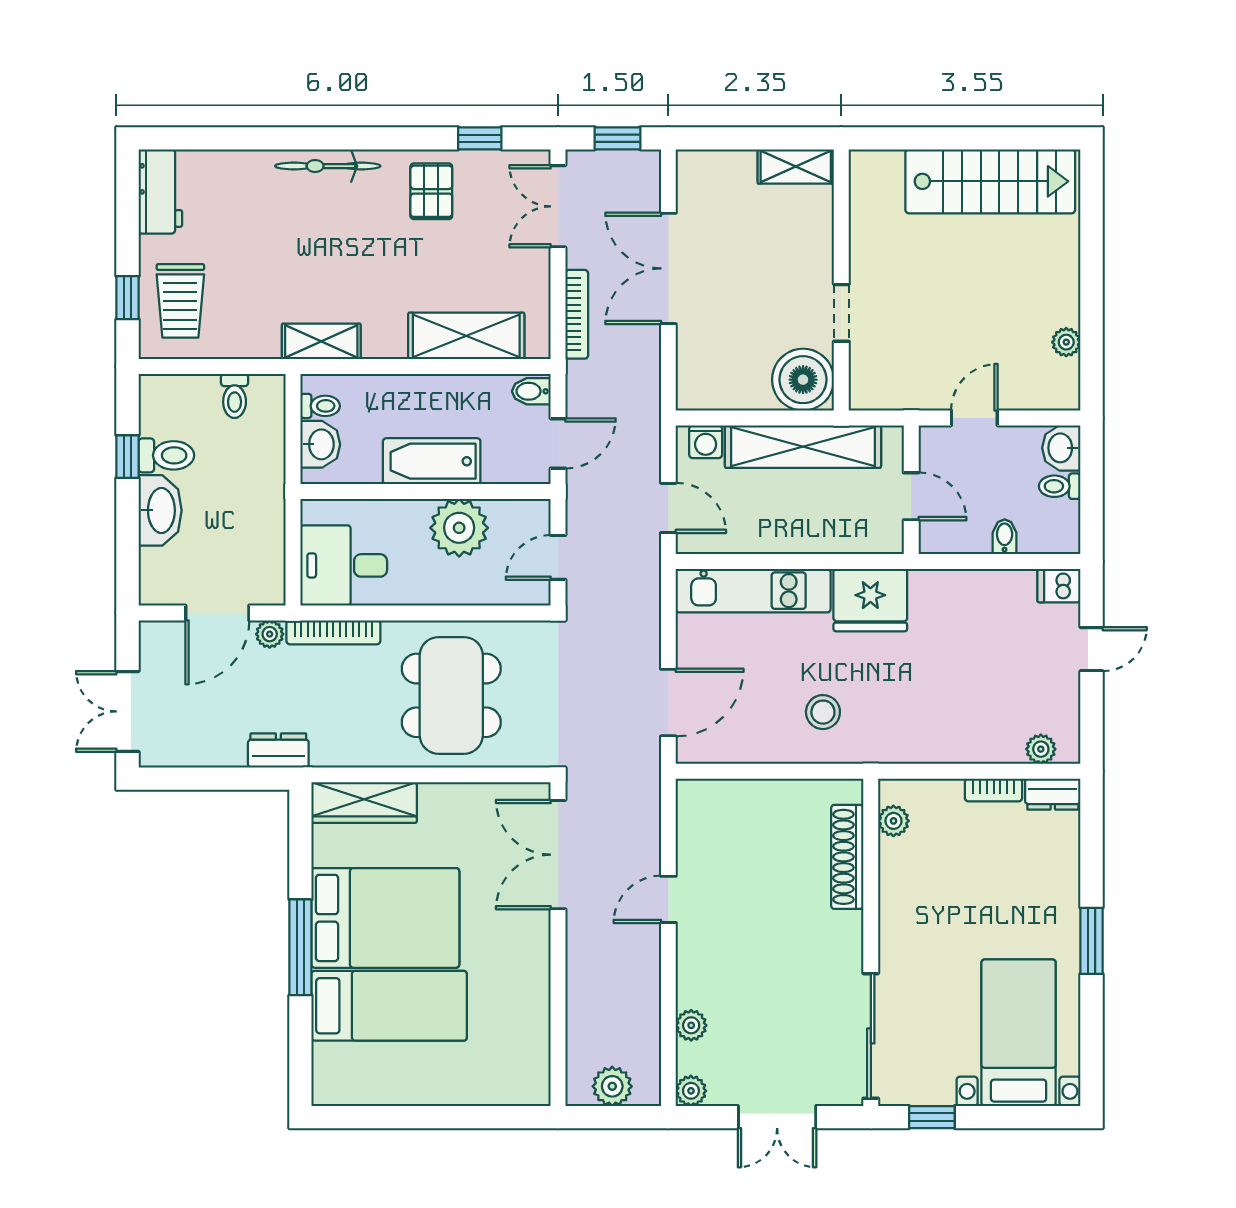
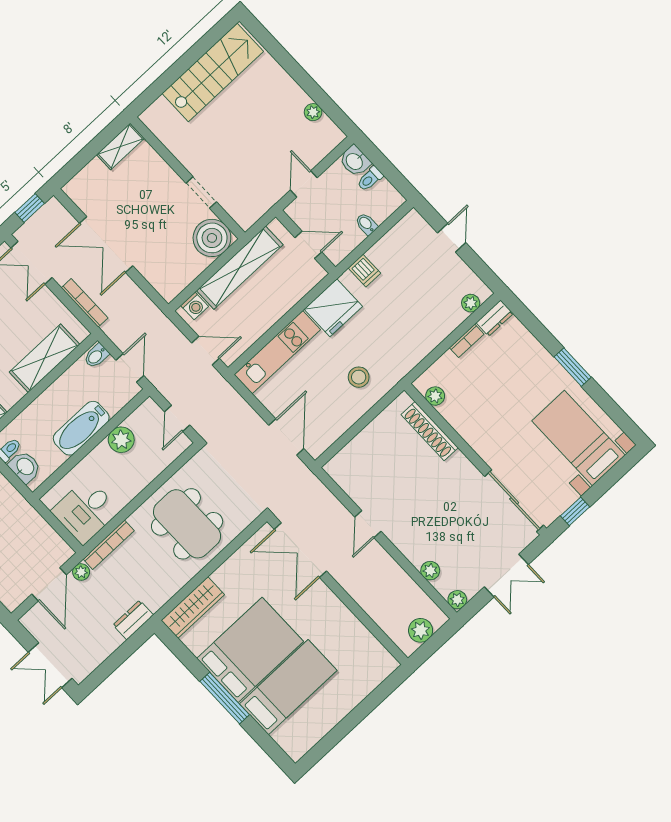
plant: (459, 528) -> (121, 440), width x0.73, depth x0.73
dishwasher: (1059, 586) -> (364, 271), moved, turned -90

